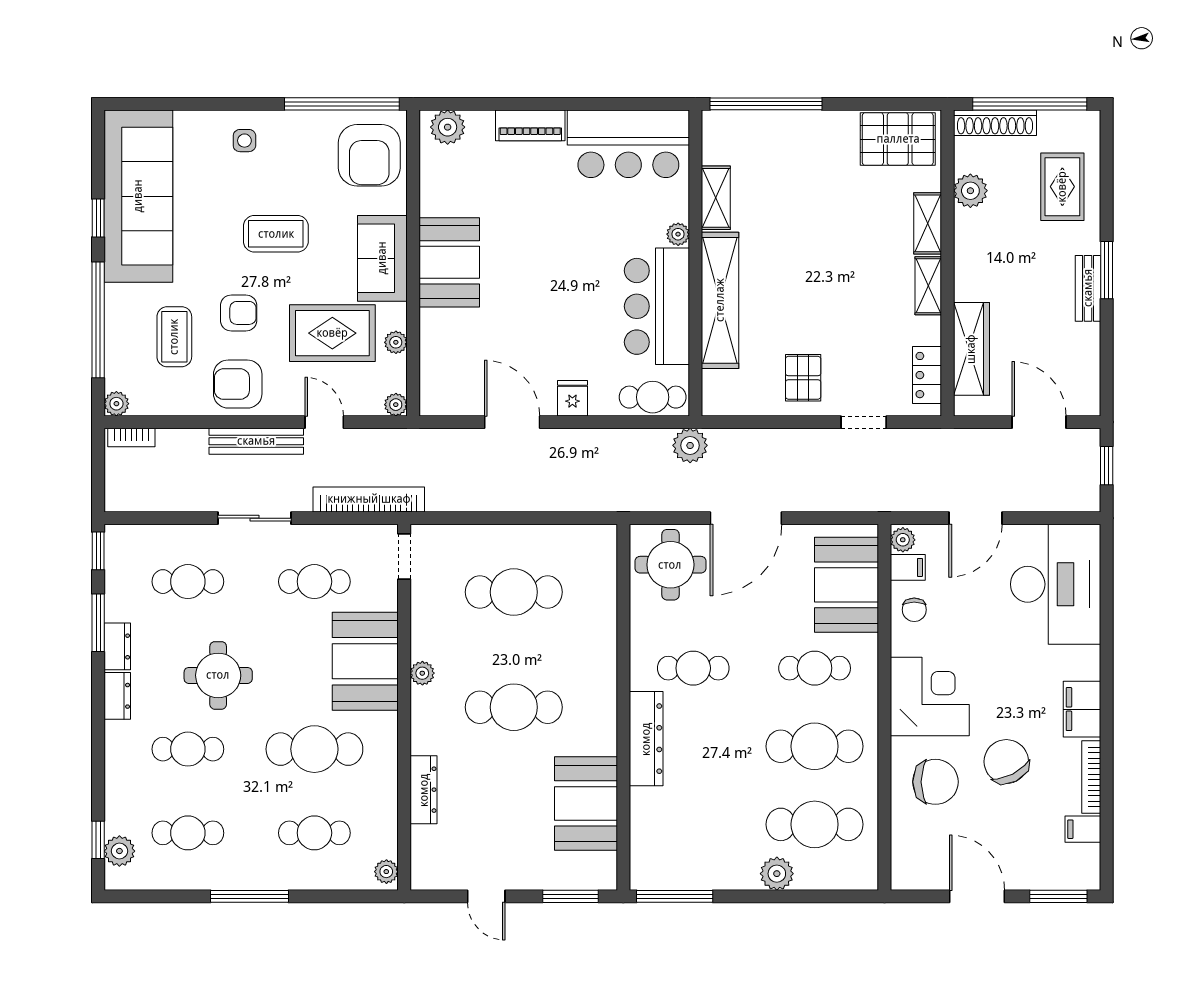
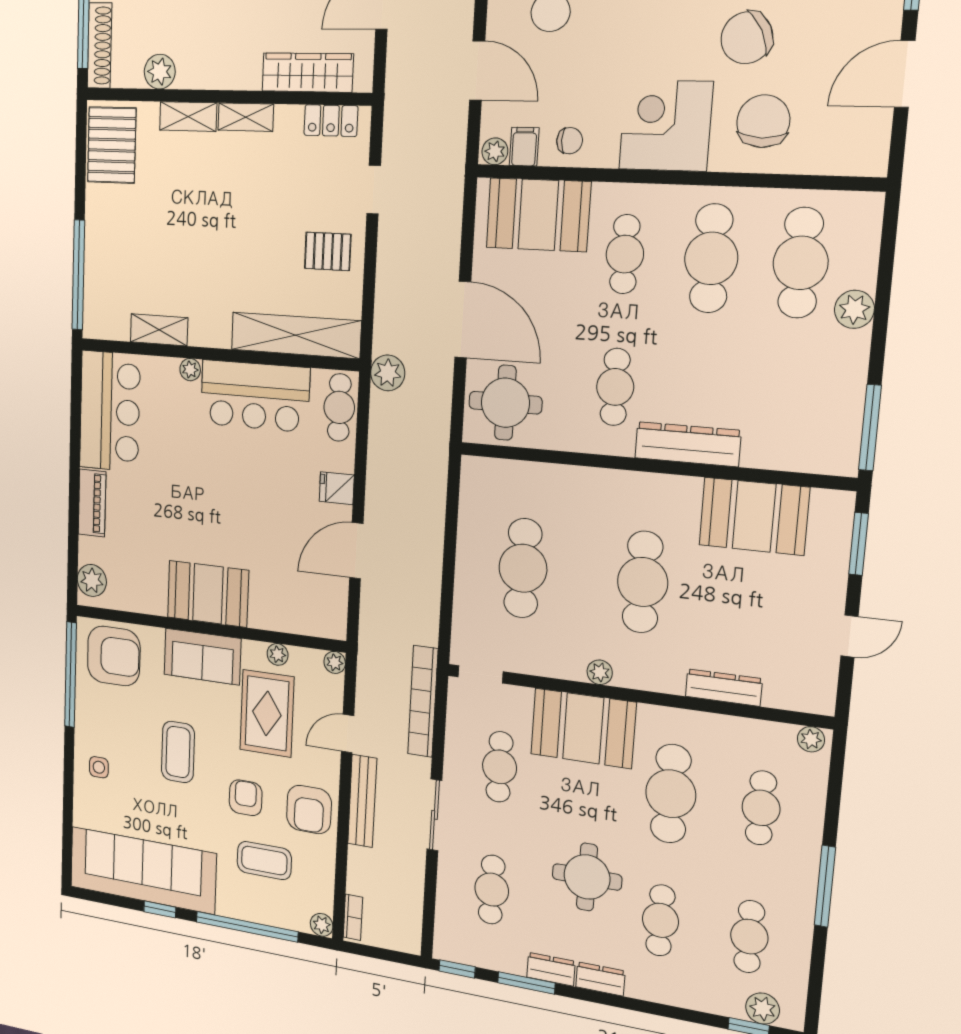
shelving: (720, 300) -> (296, 335), moved

